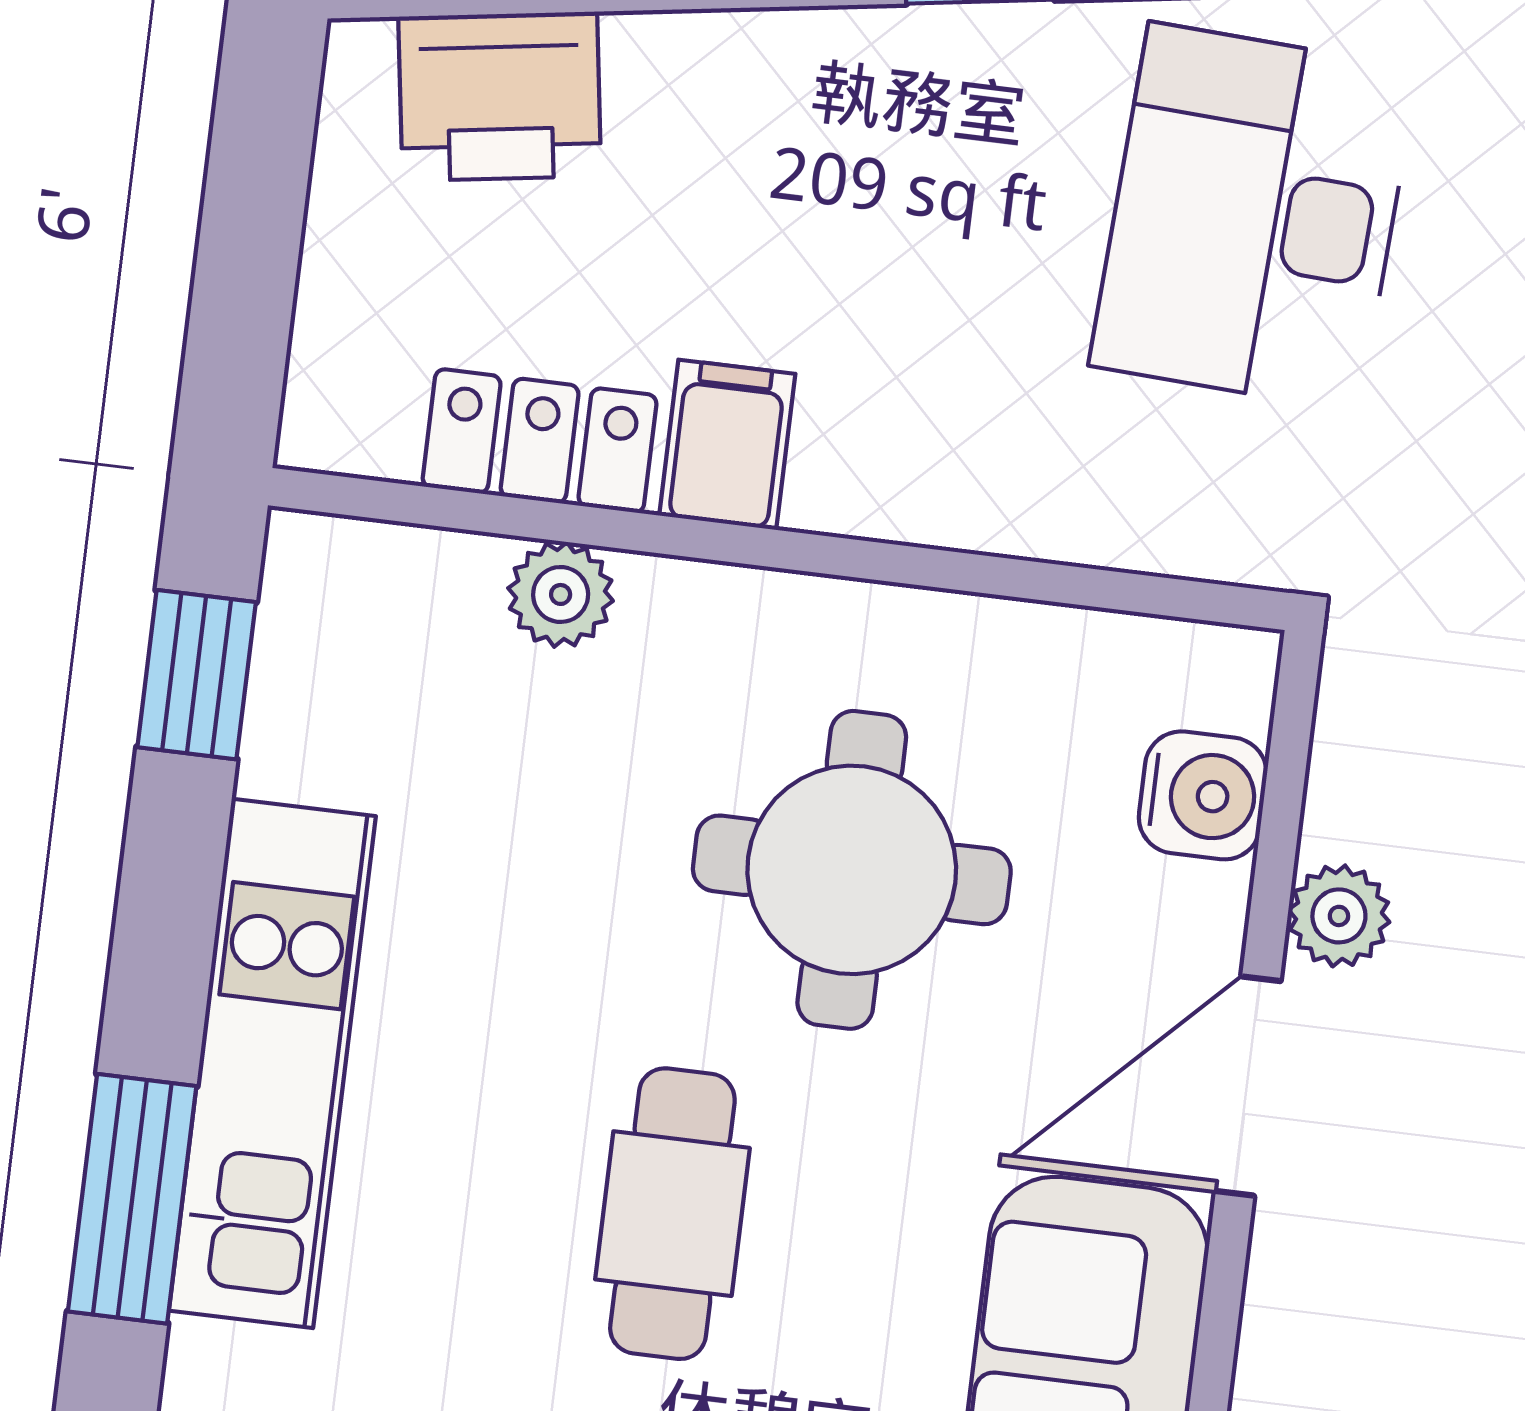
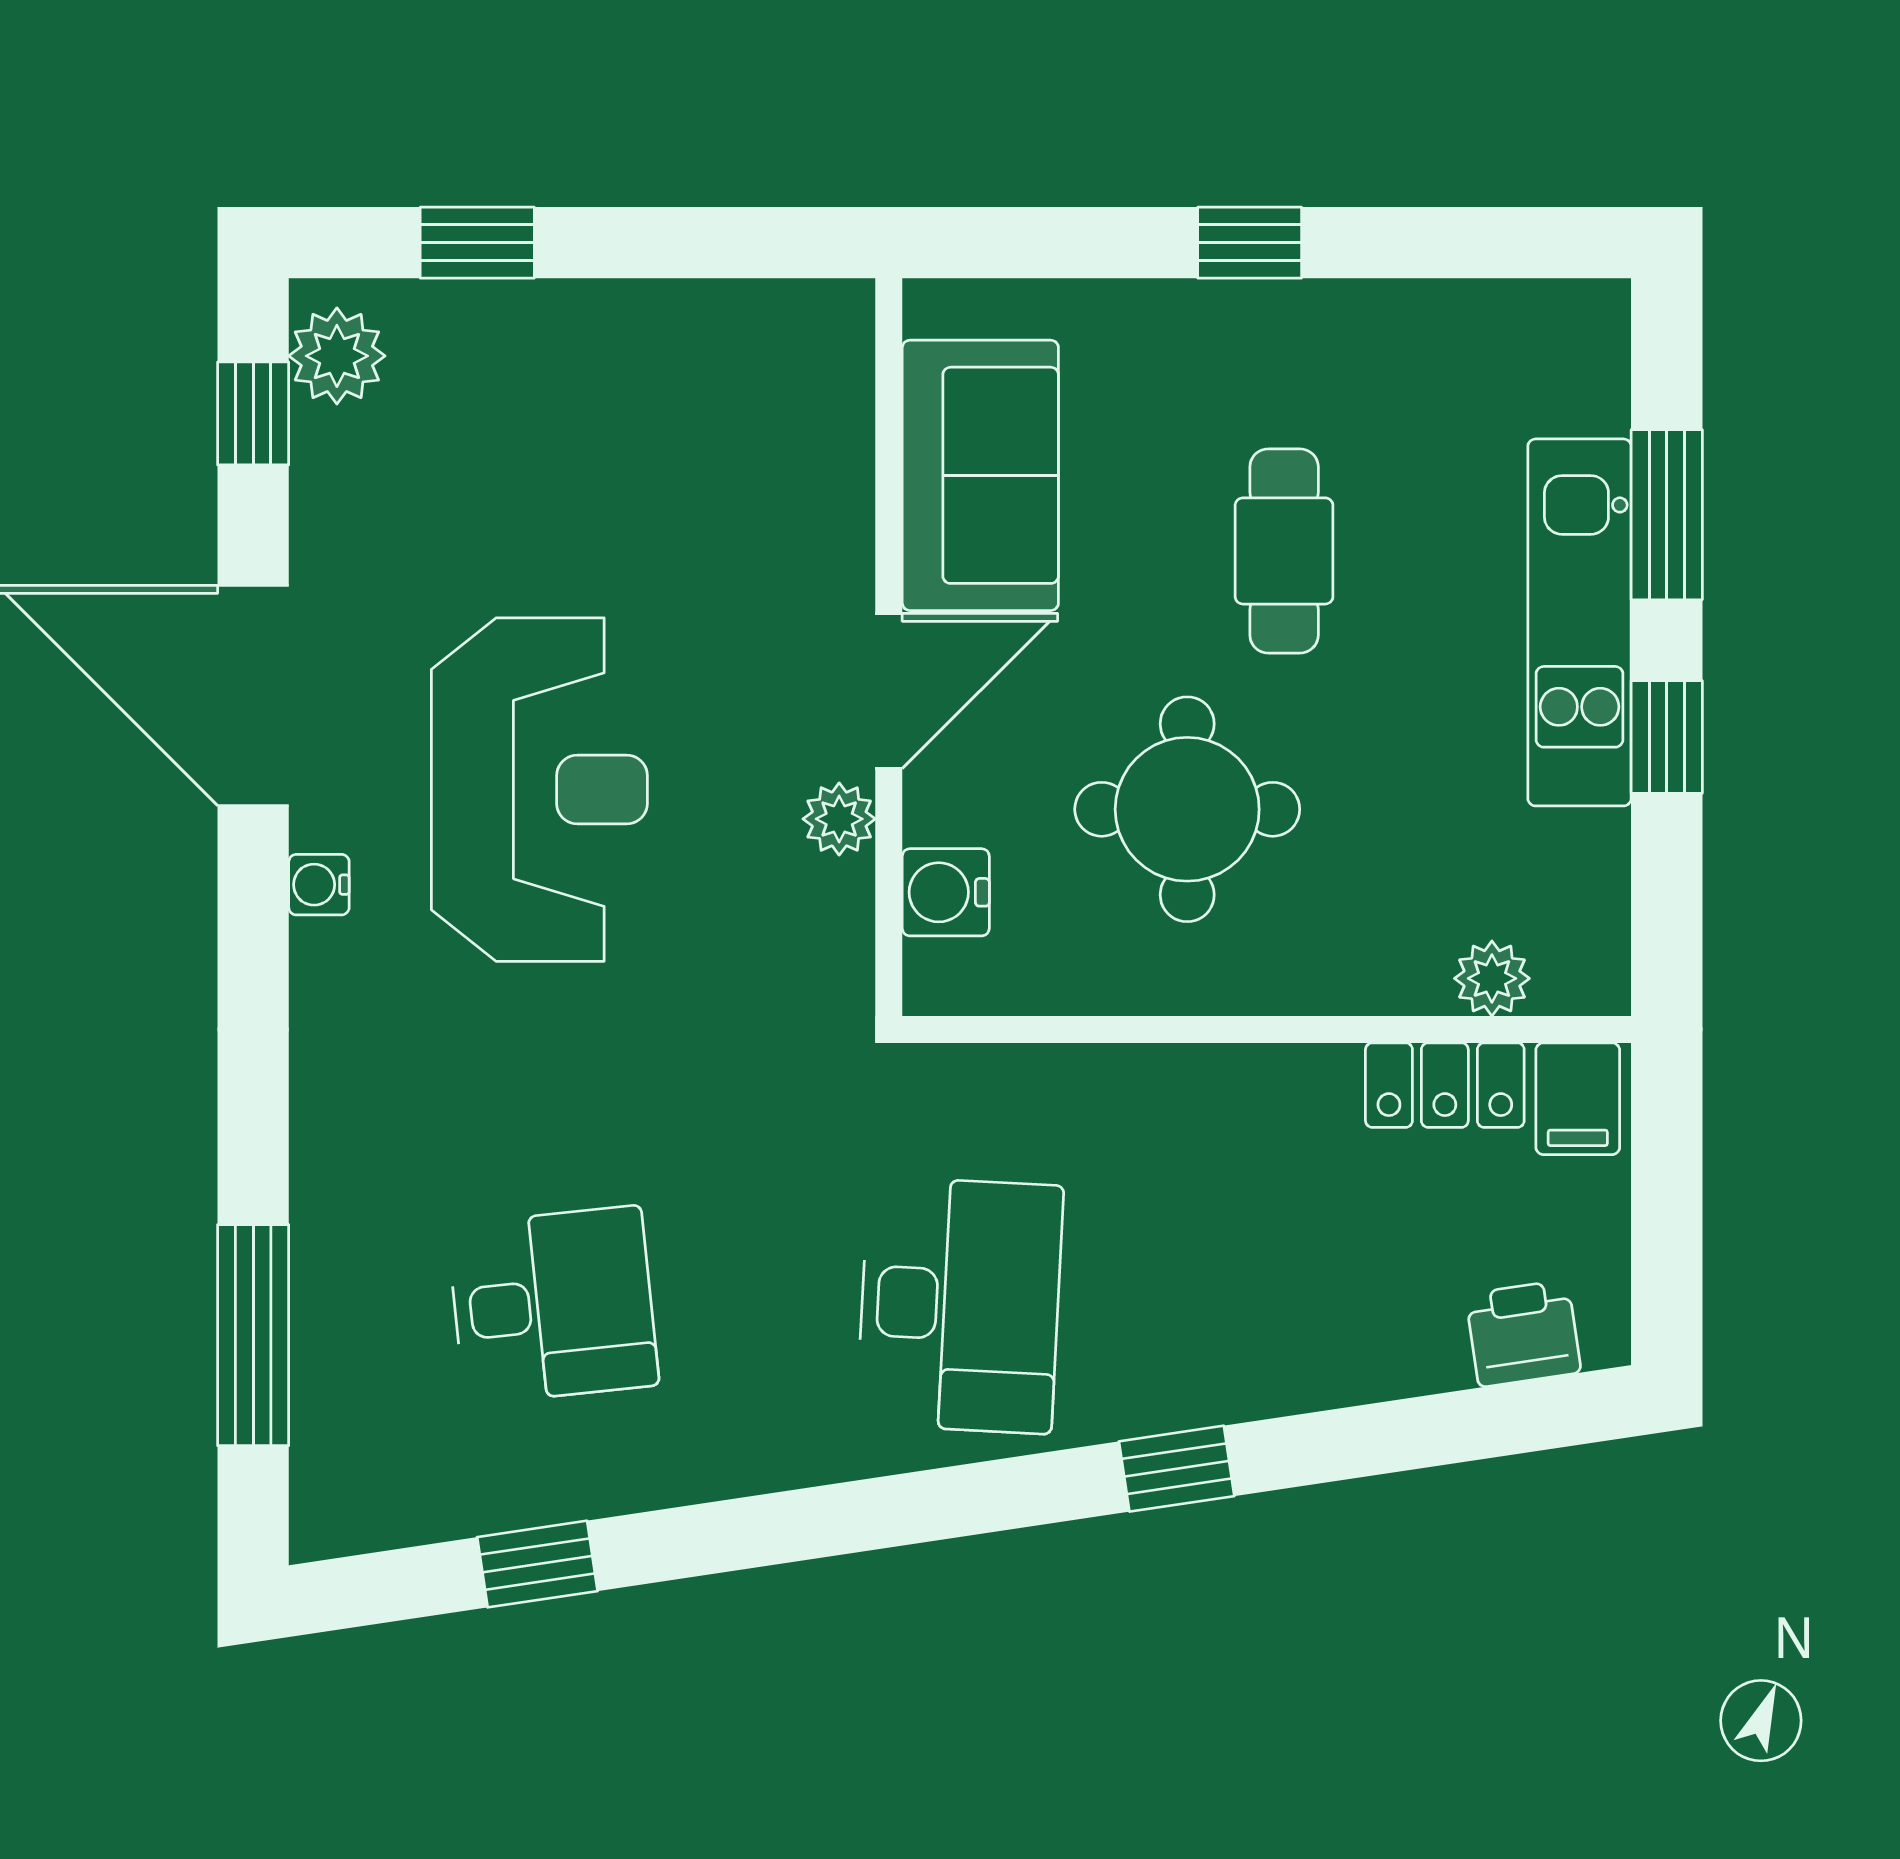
printer: (500, 96) -> (1523, 1333), width x0.73, depth x0.81
filing cabinet: (727, 445) -> (1578, 1099), moved
plant: (561, 594) -> (1492, 978), moved
window: (197, 675) -> (1667, 737), moved

